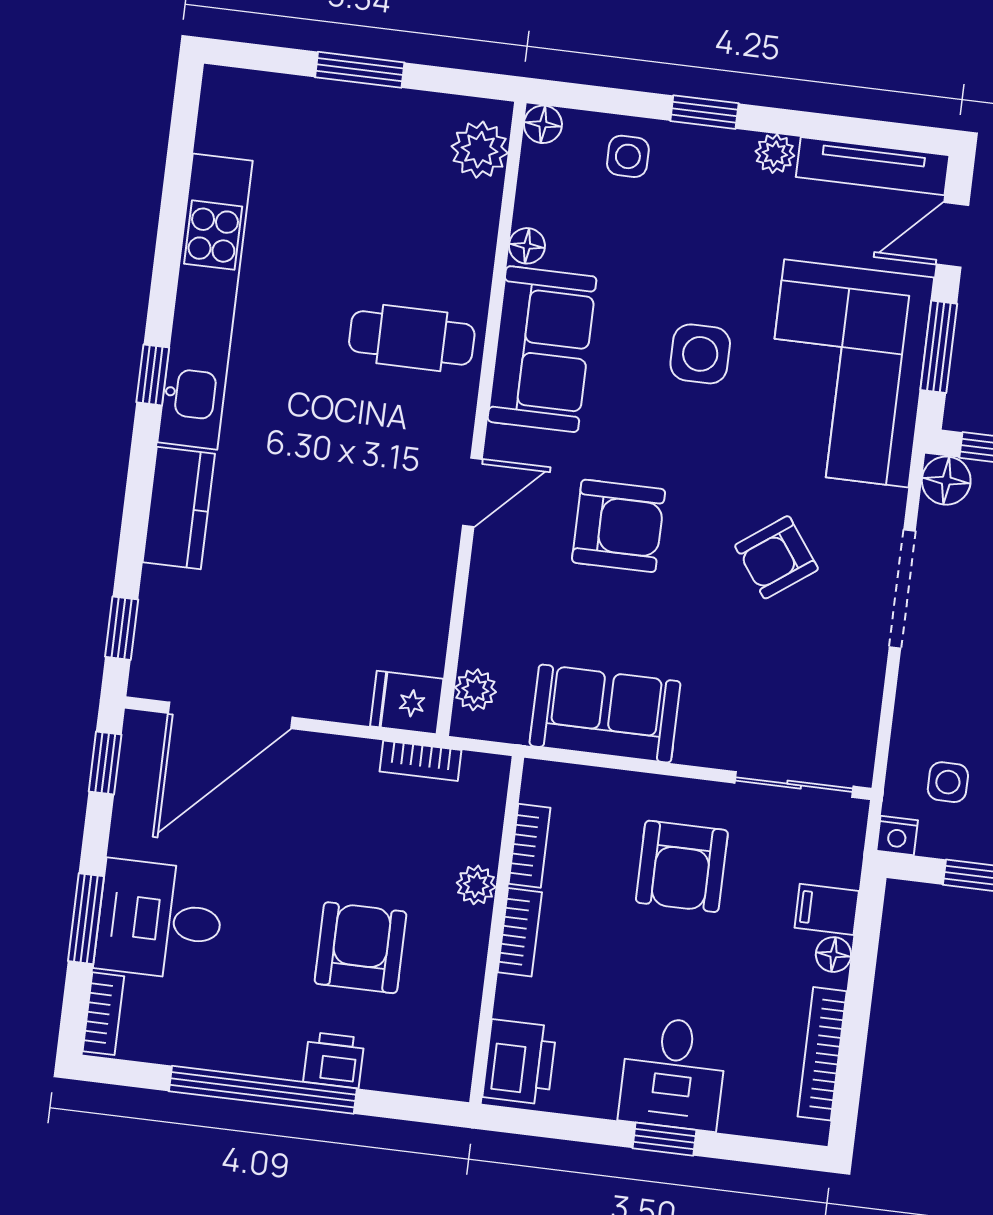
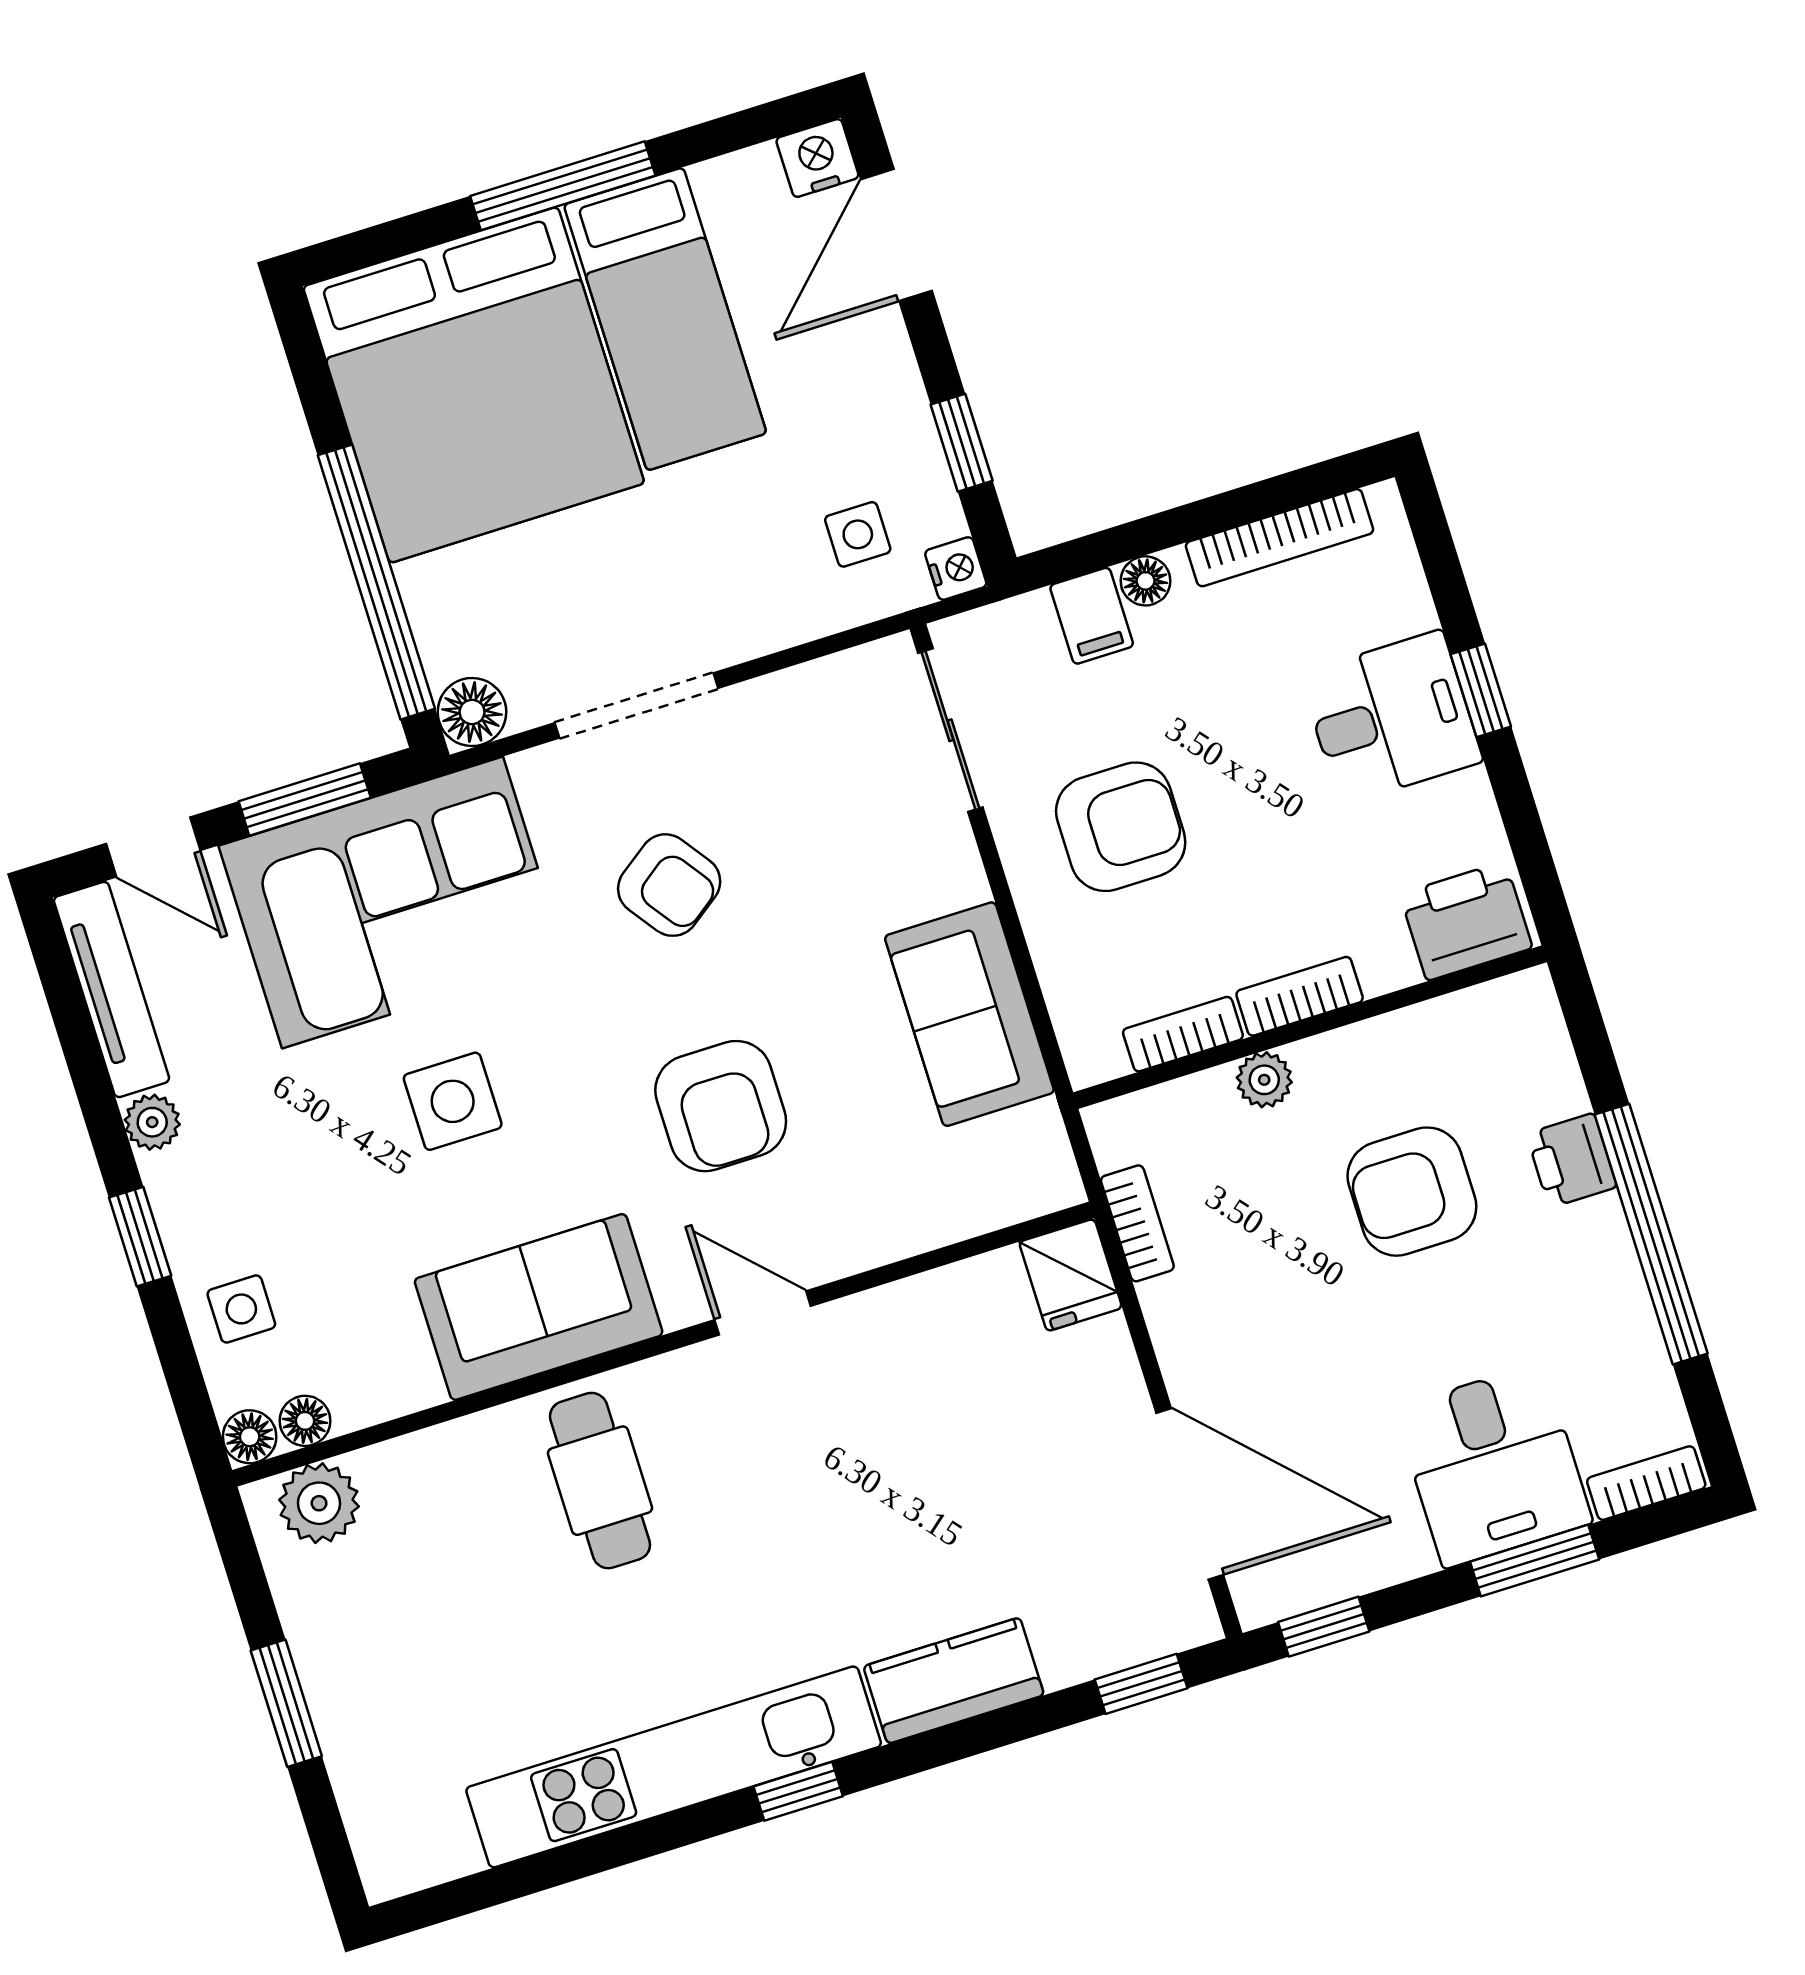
floor lamp: (527, 246) -> (305, 1421), moved
armchair: (619, 526) -> (721, 1106), turned 180
plant: (475, 690) -> (1014, 1194), removed

